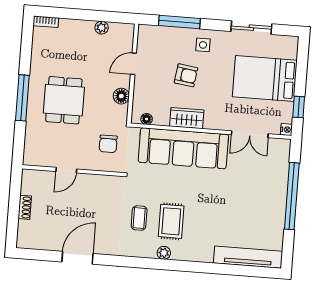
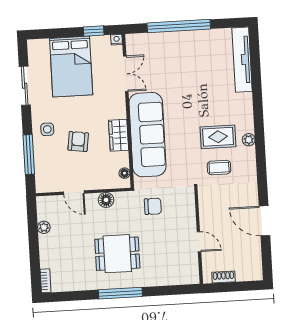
door: (66, 170) -> (199, 242), moved
wall: (73, 171) -> (199, 235), moved

